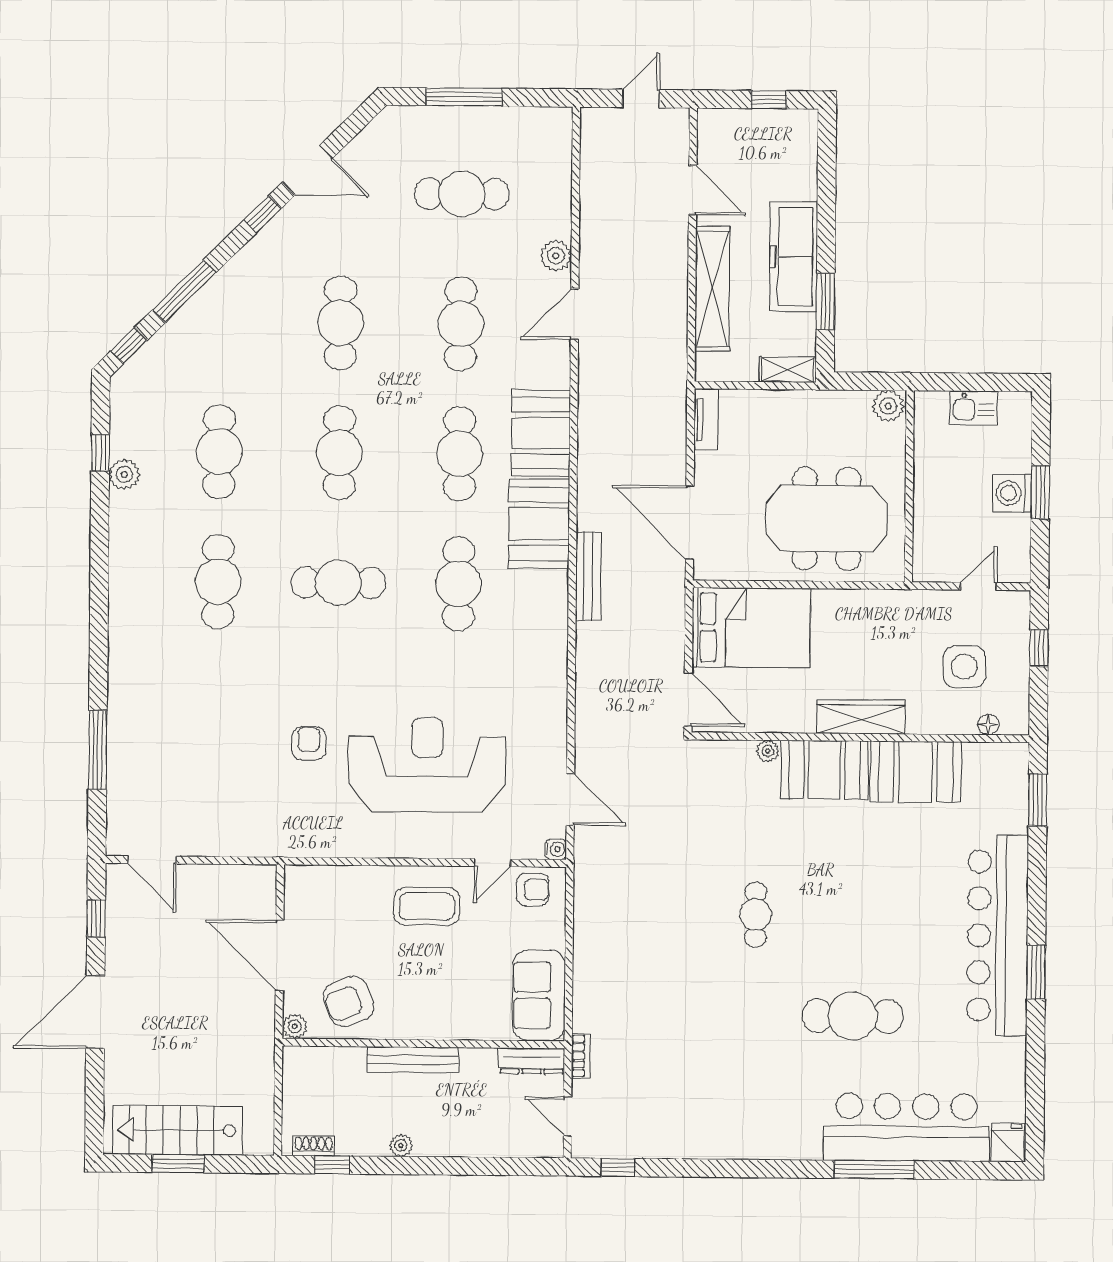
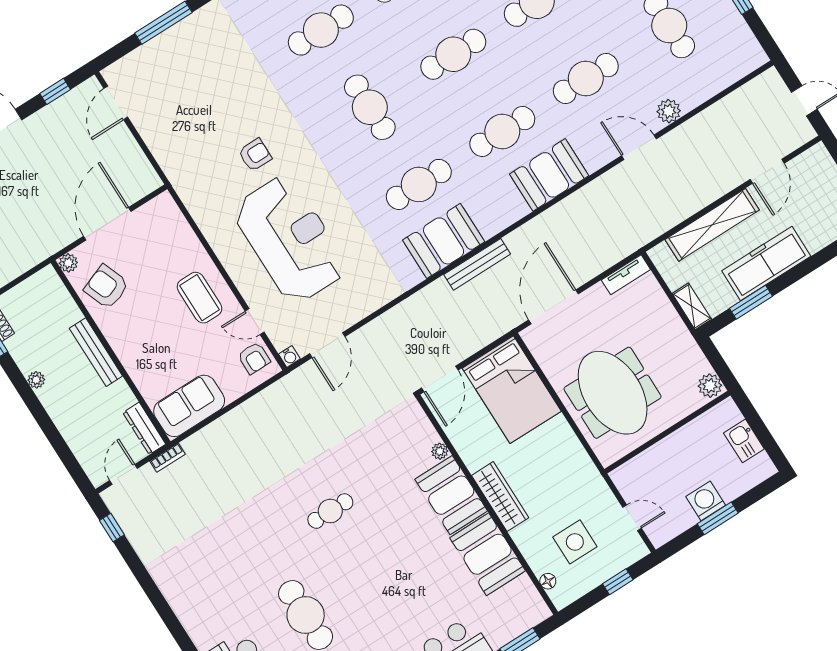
booth: (539, 524) -> (444, 241), moved

